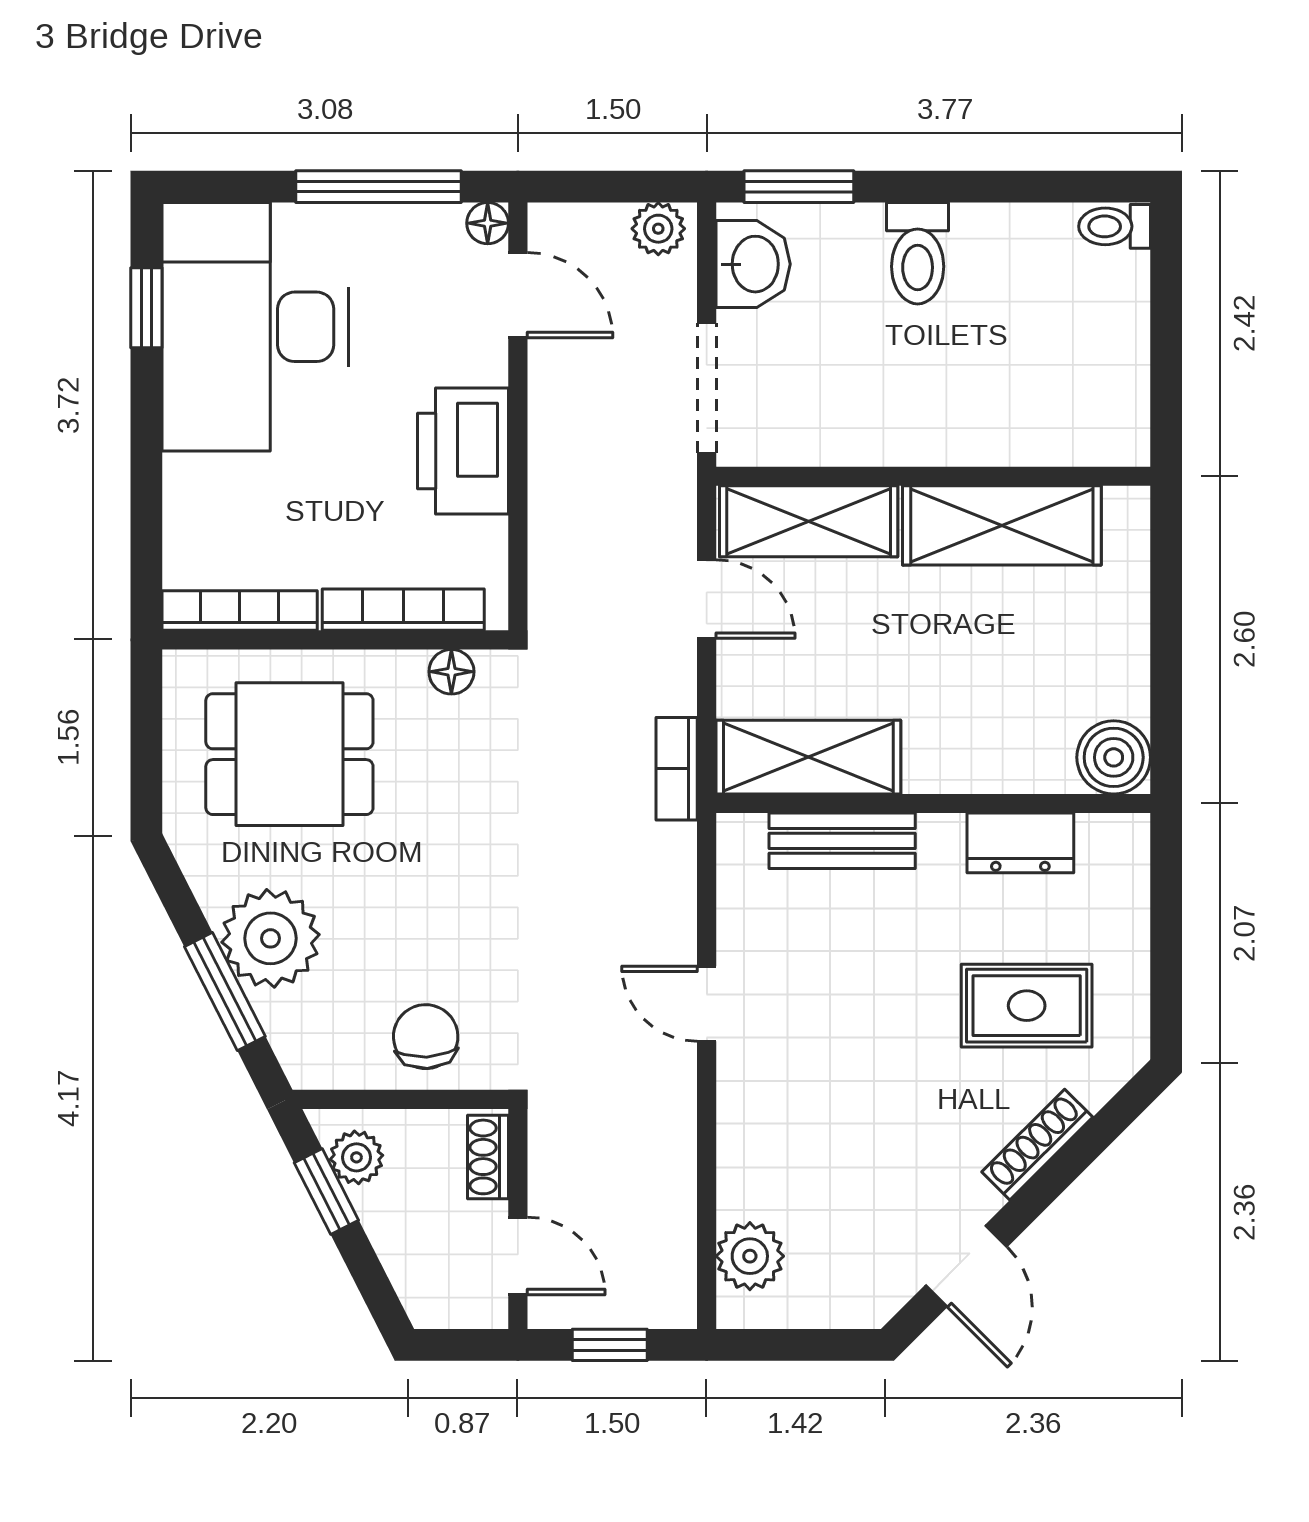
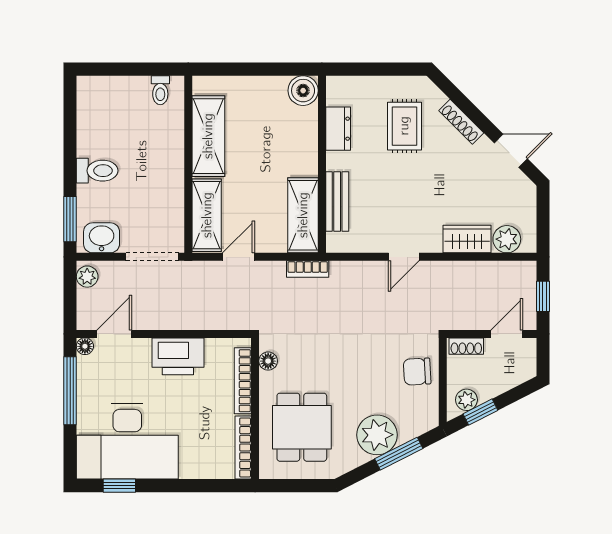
toilet: (1115, 226) -> (160, 90), moved
wardrobe: (750, 1159) -> (467, 239), added

